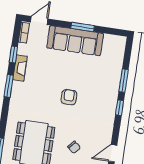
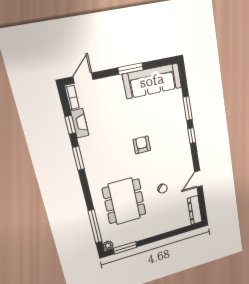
sofa: (75, 41) -> (152, 81), moved
fireplace: (20, 68) -> (80, 123), moved

